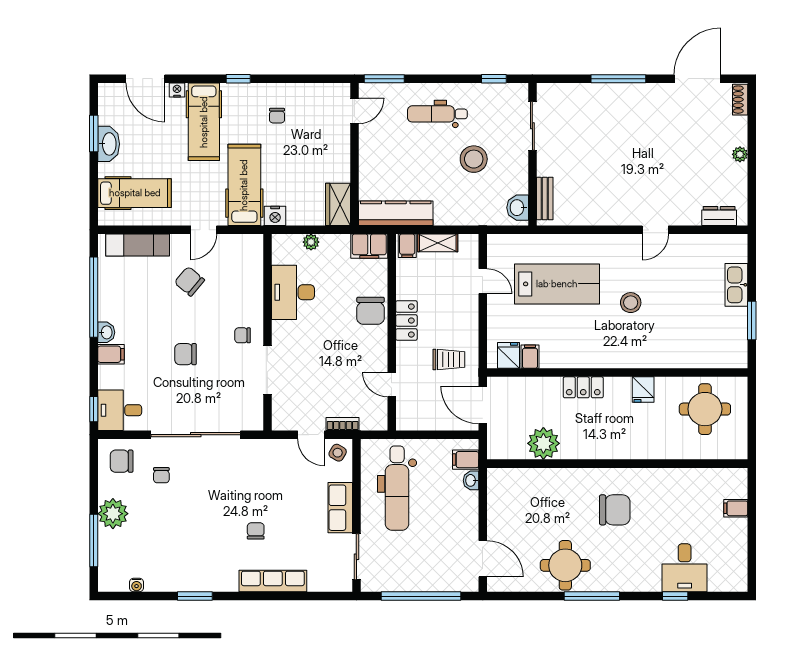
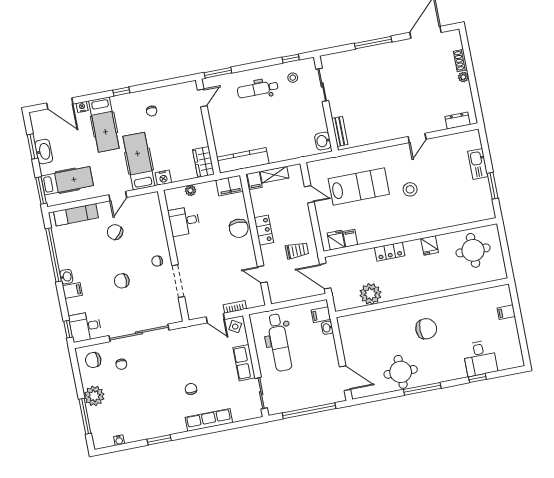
shoe rack: (740, 100) -> (460, 61), moved
stool: (474, 159) -> (293, 78), moved, width x0.53, depth x0.53
window: (94, 200) -> (41, 191), added
desk: (293, 292) -> (184, 221), width x0.73

